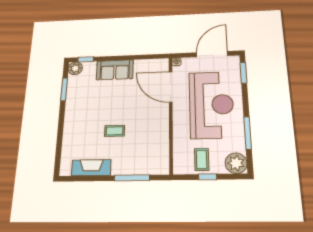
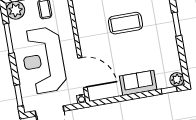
window: (64, 89) -> (177, 24), moved
coffee table: (115, 131) -> (125, 23), width x1.86, depth x1.72

